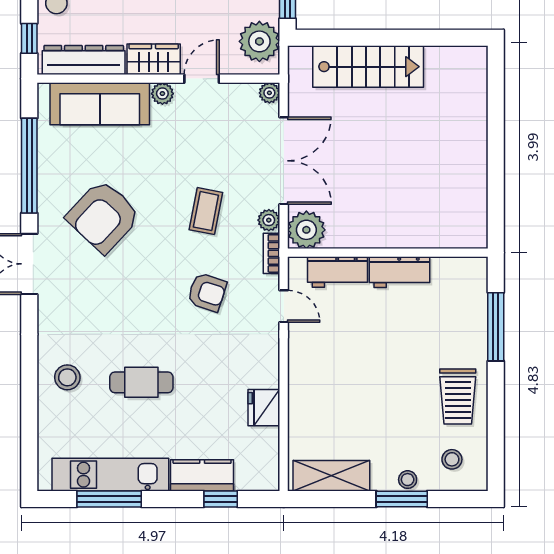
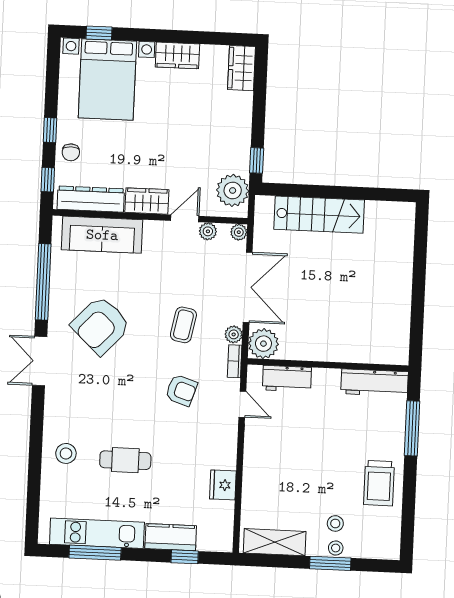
plant: (162, 94) -> (208, 231), moved
workbench: (399, 272) -> (374, 383), moved, width x1.38
stool: (452, 459) -> (335, 523), moved

